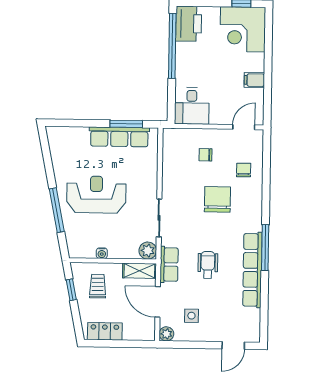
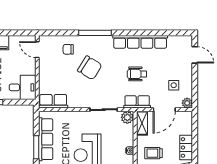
window: (126, 124) -> (36, 147), moved
row of seats: (172, 148) -> (53, 101), added
chair: (206, 155) -> (58, 77), removed
chair: (217, 199) -> (90, 68), turned -148
window: (265, 248) -> (95, 33), moved

